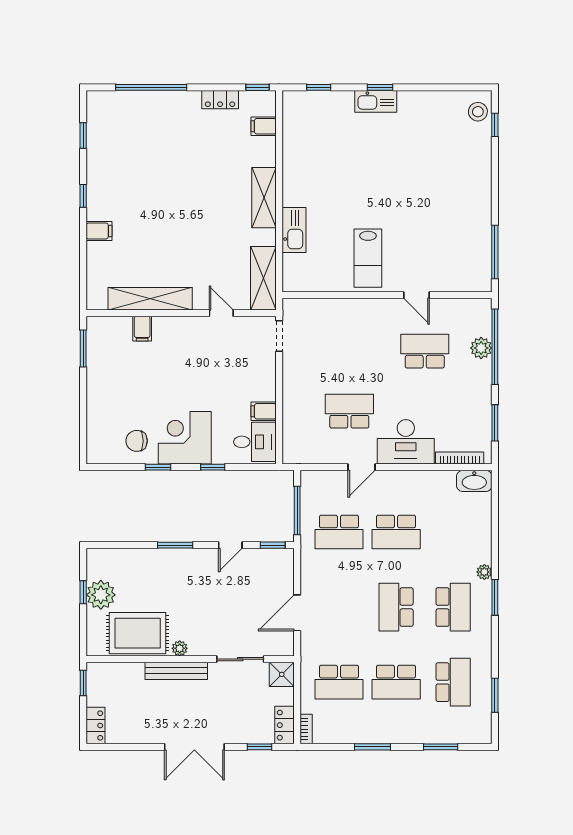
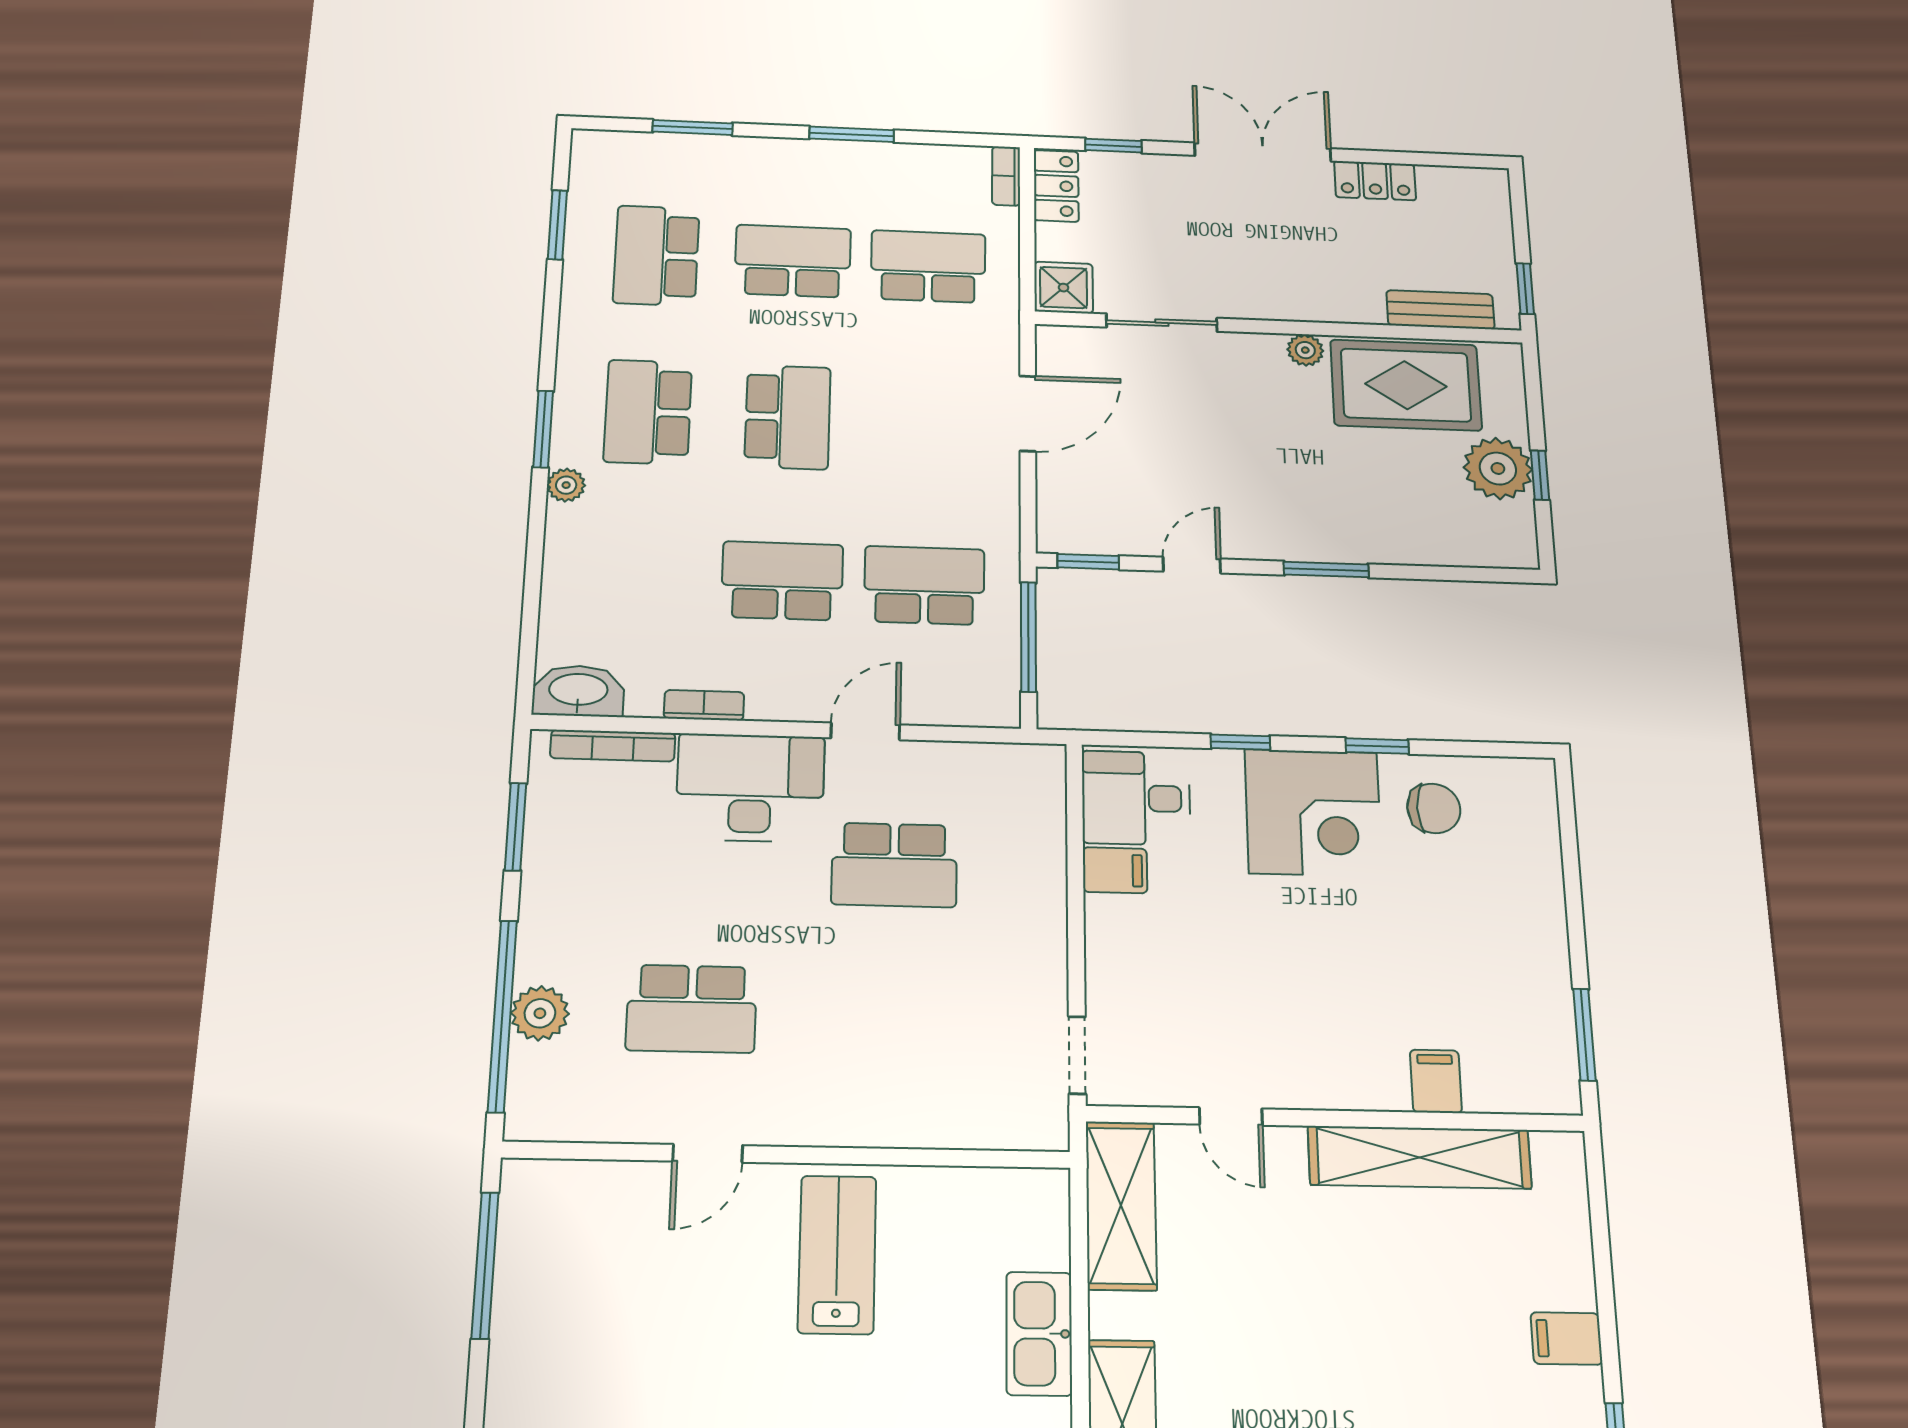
door: (417, 295) -> (708, 1153), swing flipped
bookcase: (425, 476) -> (704, 705), added
bench: (176, 671) -> (1440, 310), moved, width x0.73
locker: (96, 726) -> (1375, 181), moved, turned -90

